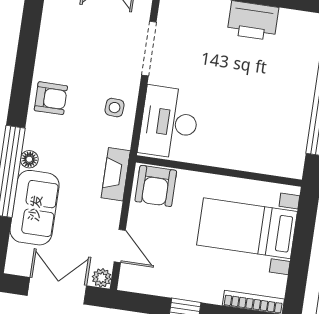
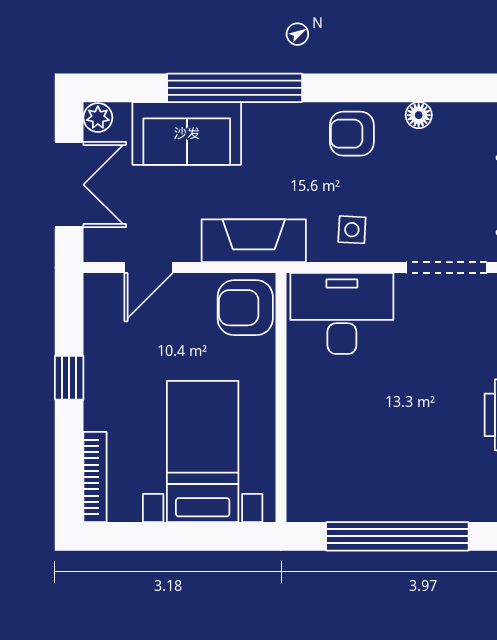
armchair: (51, 98) -> (352, 134), turned 90
floor lamp: (29, 159) -> (419, 115), moved
fireplace: (116, 174) -> (254, 241), width x1.37, depth x1.32
plant: (102, 278) -> (98, 118), moved

